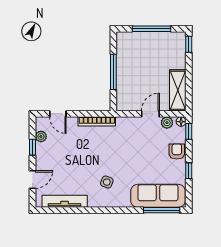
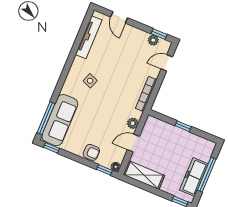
freezer: (159, 40) -> (194, 177), added
window: (113, 72) -> (183, 126), width x0.46
door: (150, 114) -> (133, 143), swing flipped
plant: (167, 123) -> (133, 123), moved
window: (32, 147) -> (159, 34), moved
window: (189, 171) -> (51, 148), moved

